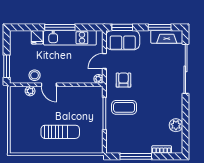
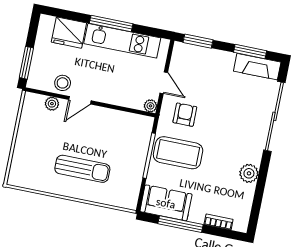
fridge: (37, 37) -> (69, 33), width x1.88, depth x1.34
sofa: (123, 40) -> (166, 203), moved, turned 180
door: (104, 61) -> (164, 83), swing flipped
door: (49, 85) -> (80, 100), hinge flipped
coffee table: (124, 107) -> (178, 153), width x1.36, depth x1.32
plant: (176, 125) -> (249, 173), moved

